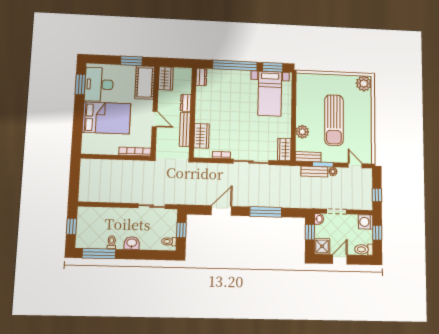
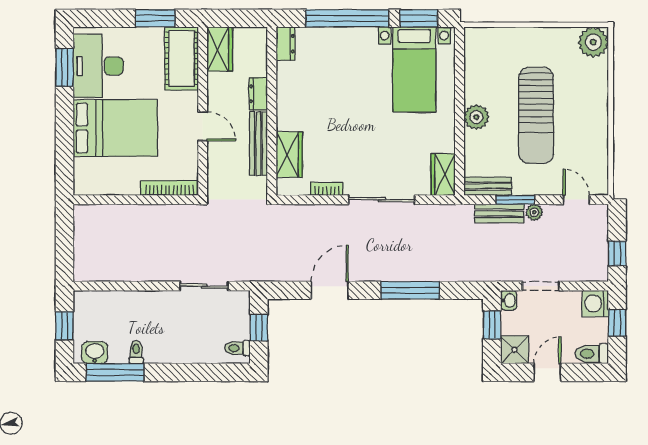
plant: (302, 132) -> (476, 117), moved
washbasin: (132, 243) -> (95, 353), moved

